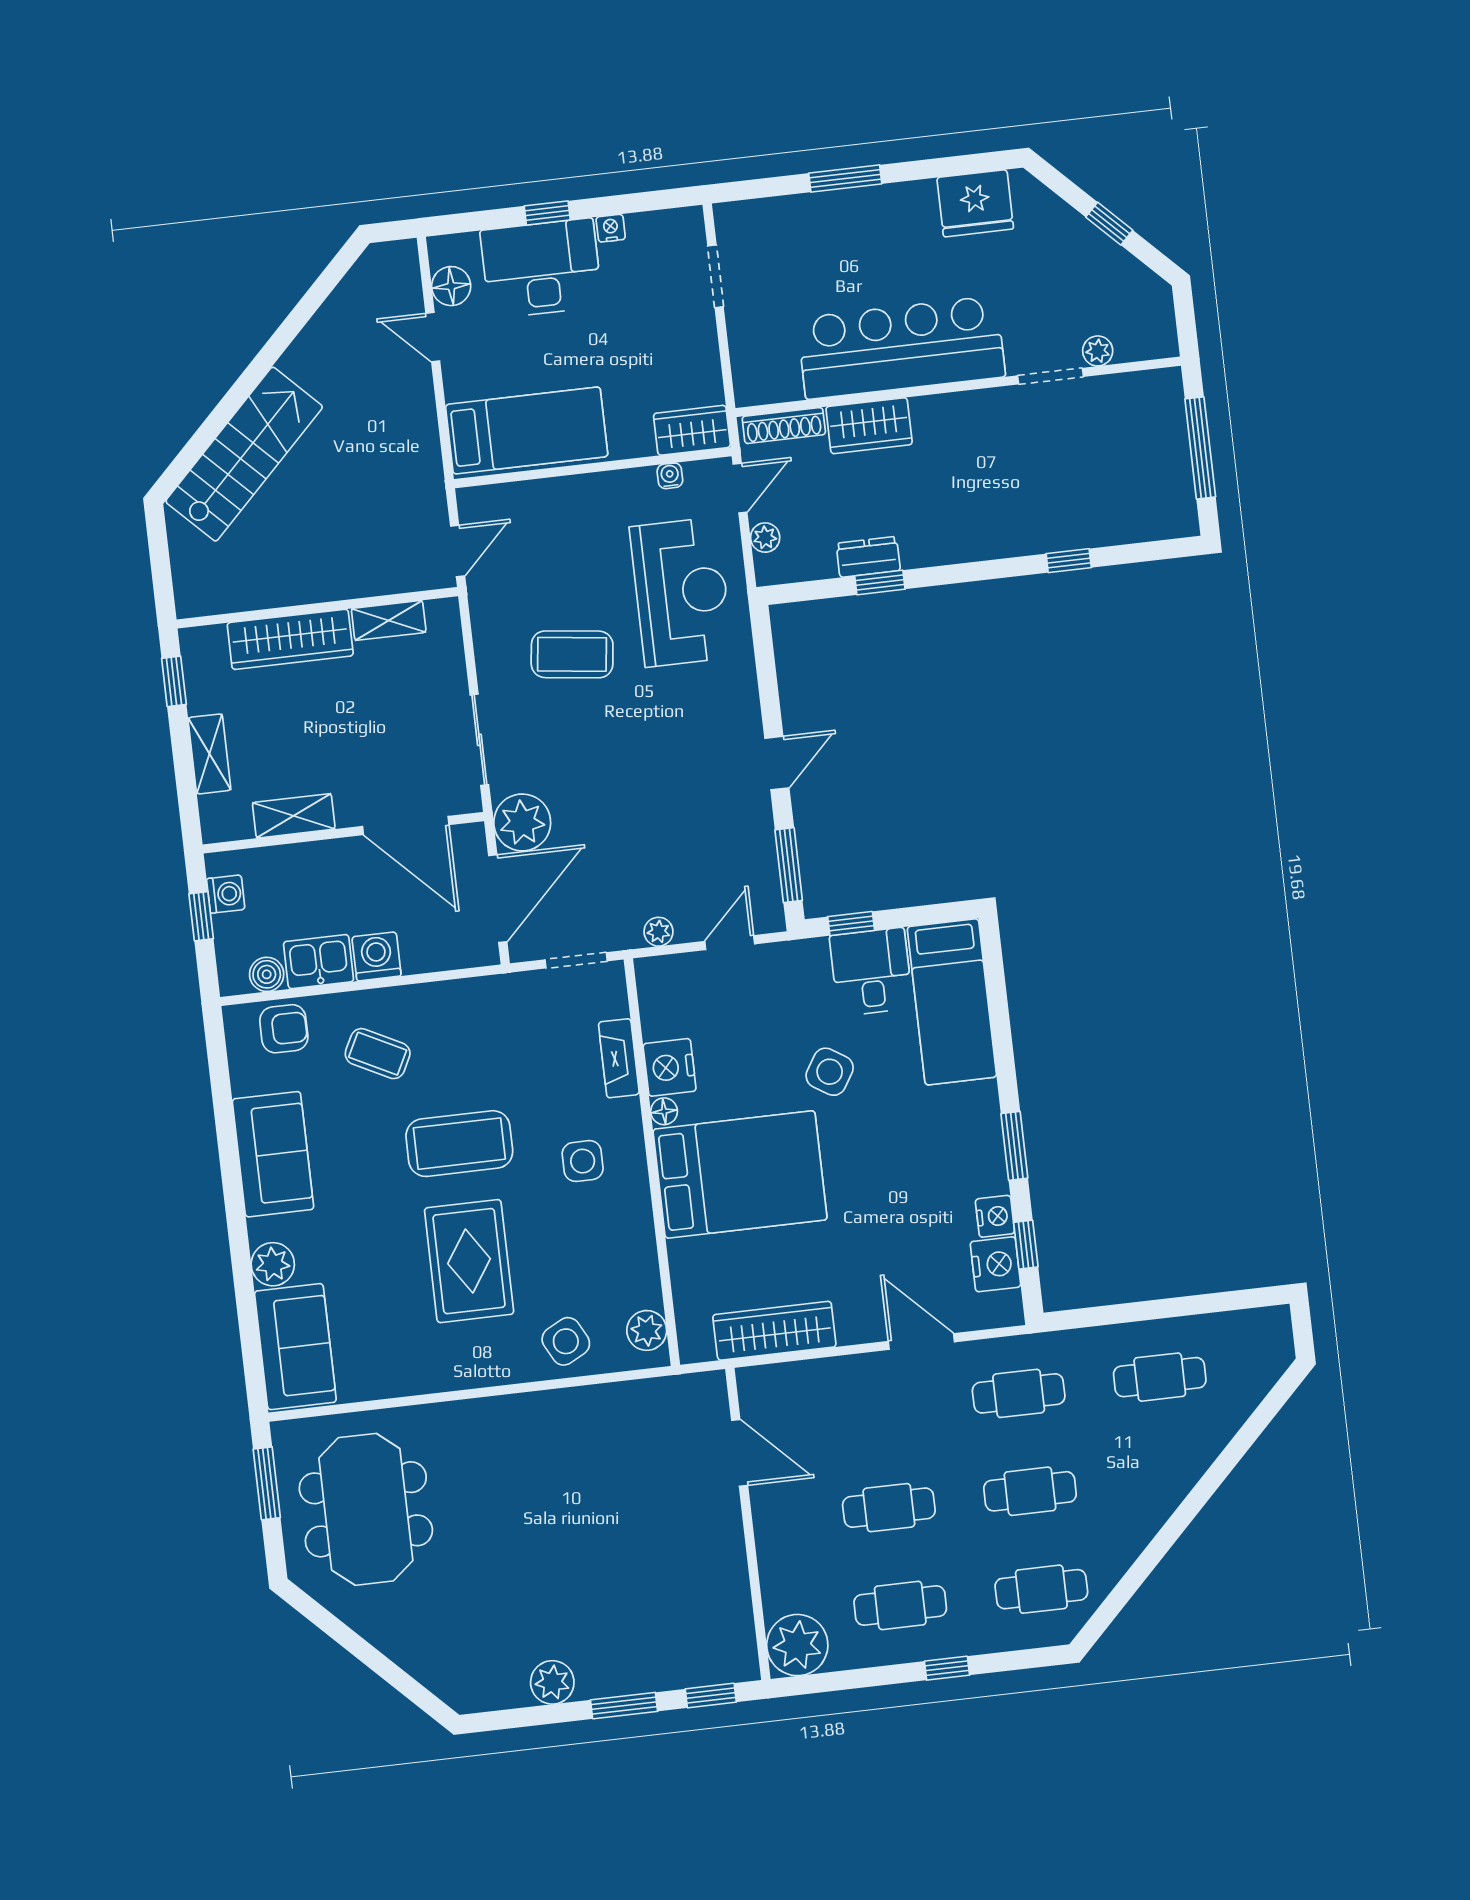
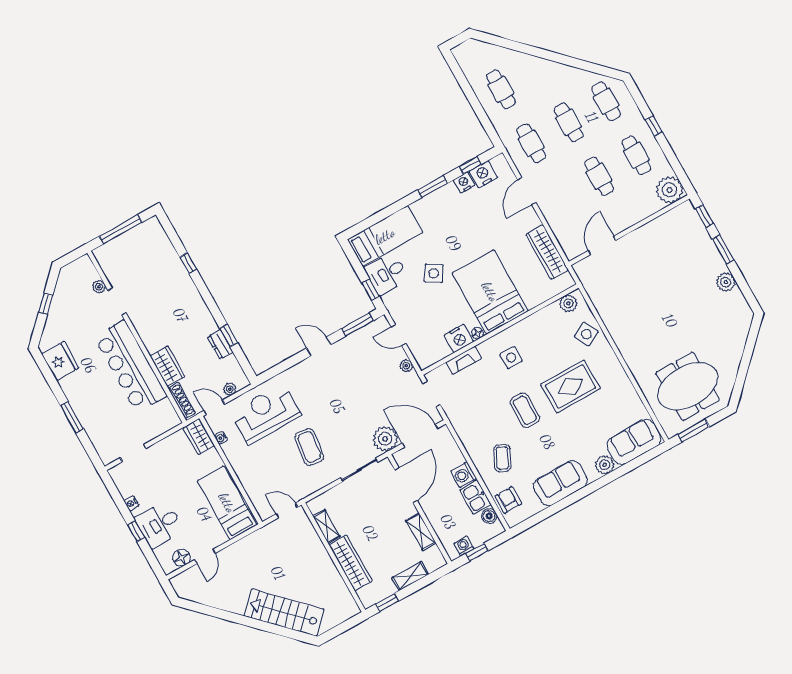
desk: (541, 268) -> (159, 524), width x0.73
coffee table: (459, 1144) -> (525, 410), width x0.73, depth x0.76

